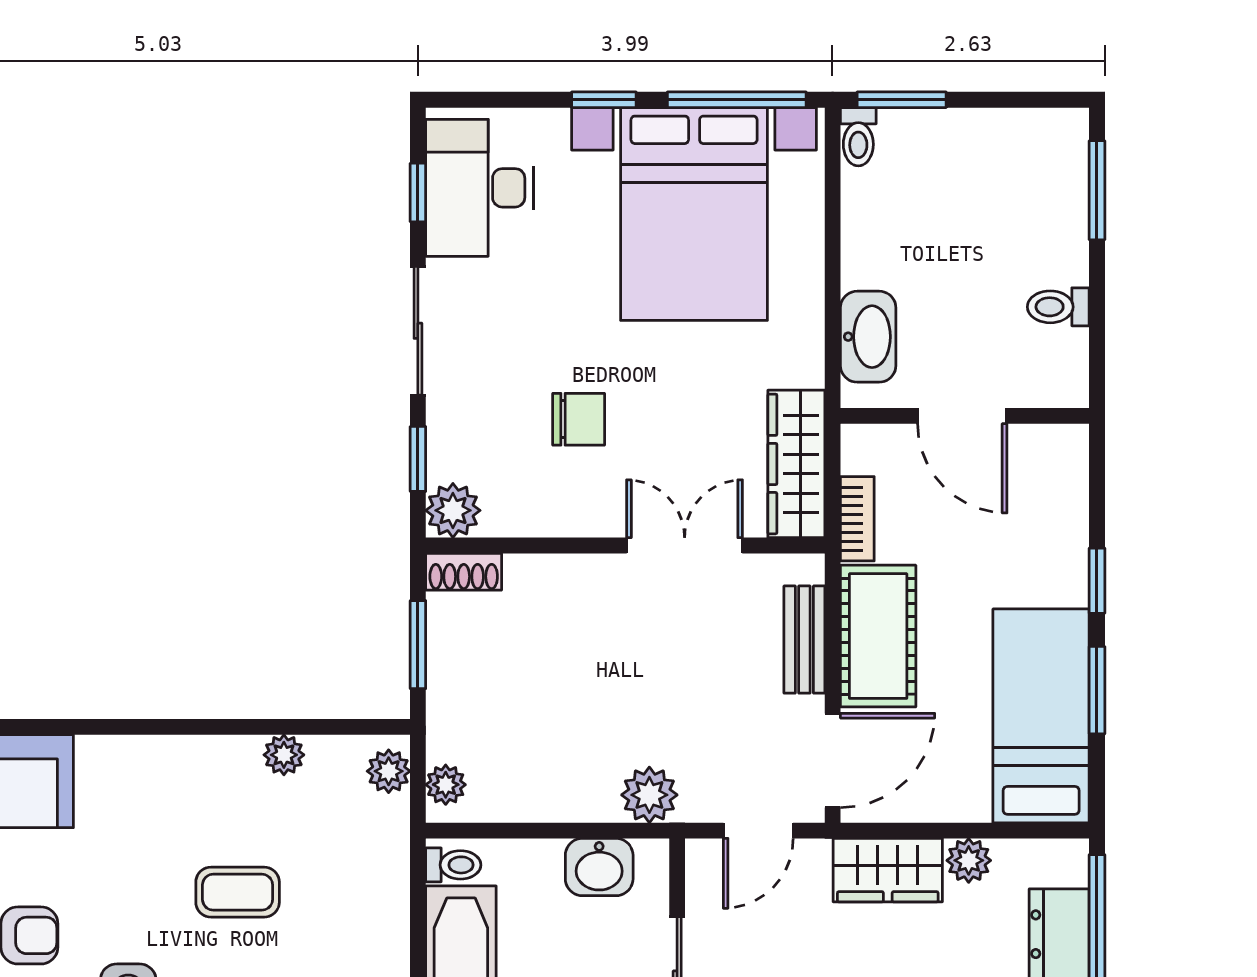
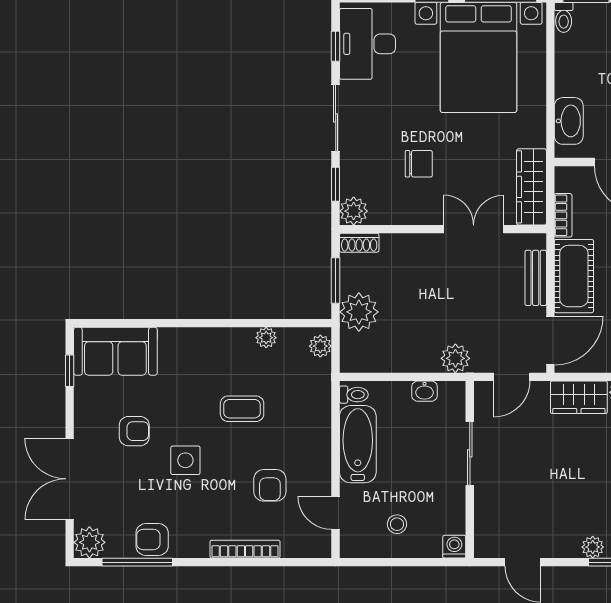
plant: (446, 785) -> (359, 312), moved, width x1.88, depth x1.88
washbasin: (599, 867) -> (425, 391), width x0.72, depth x0.69

